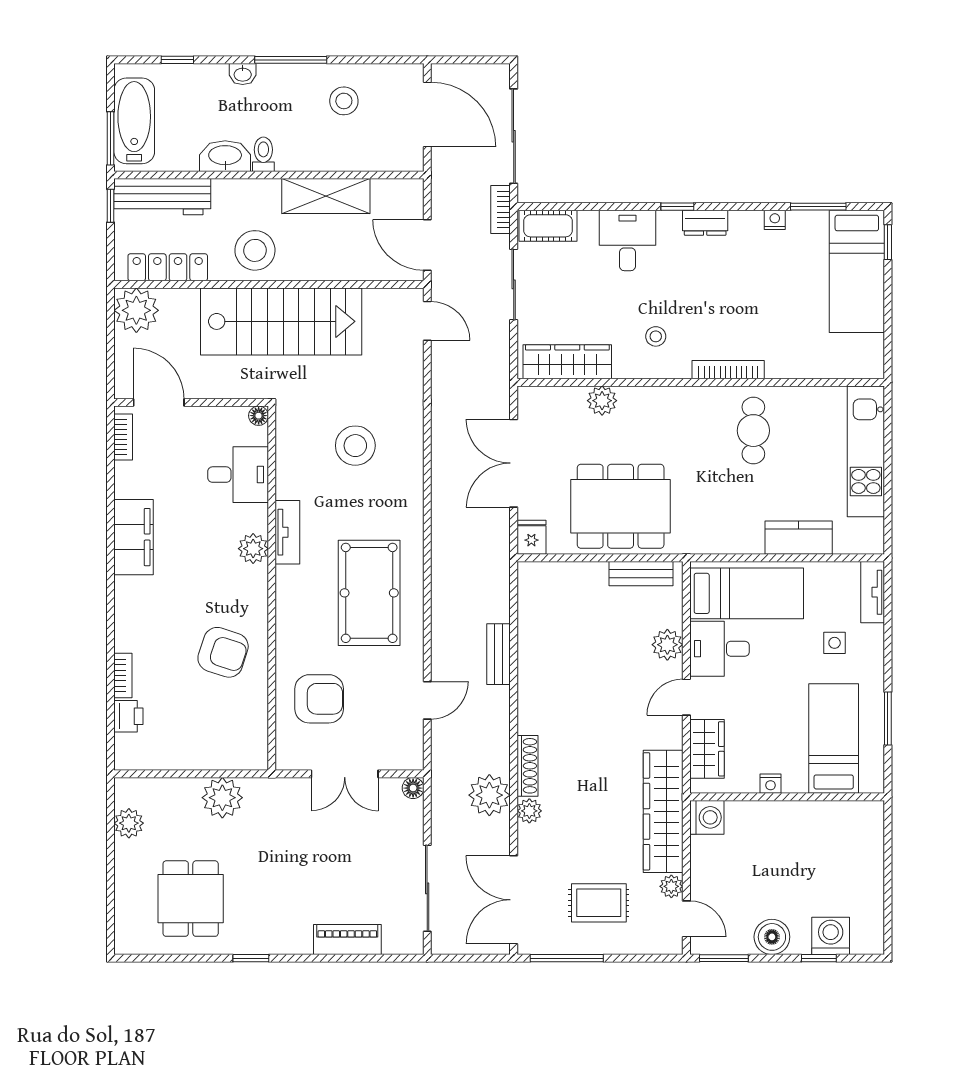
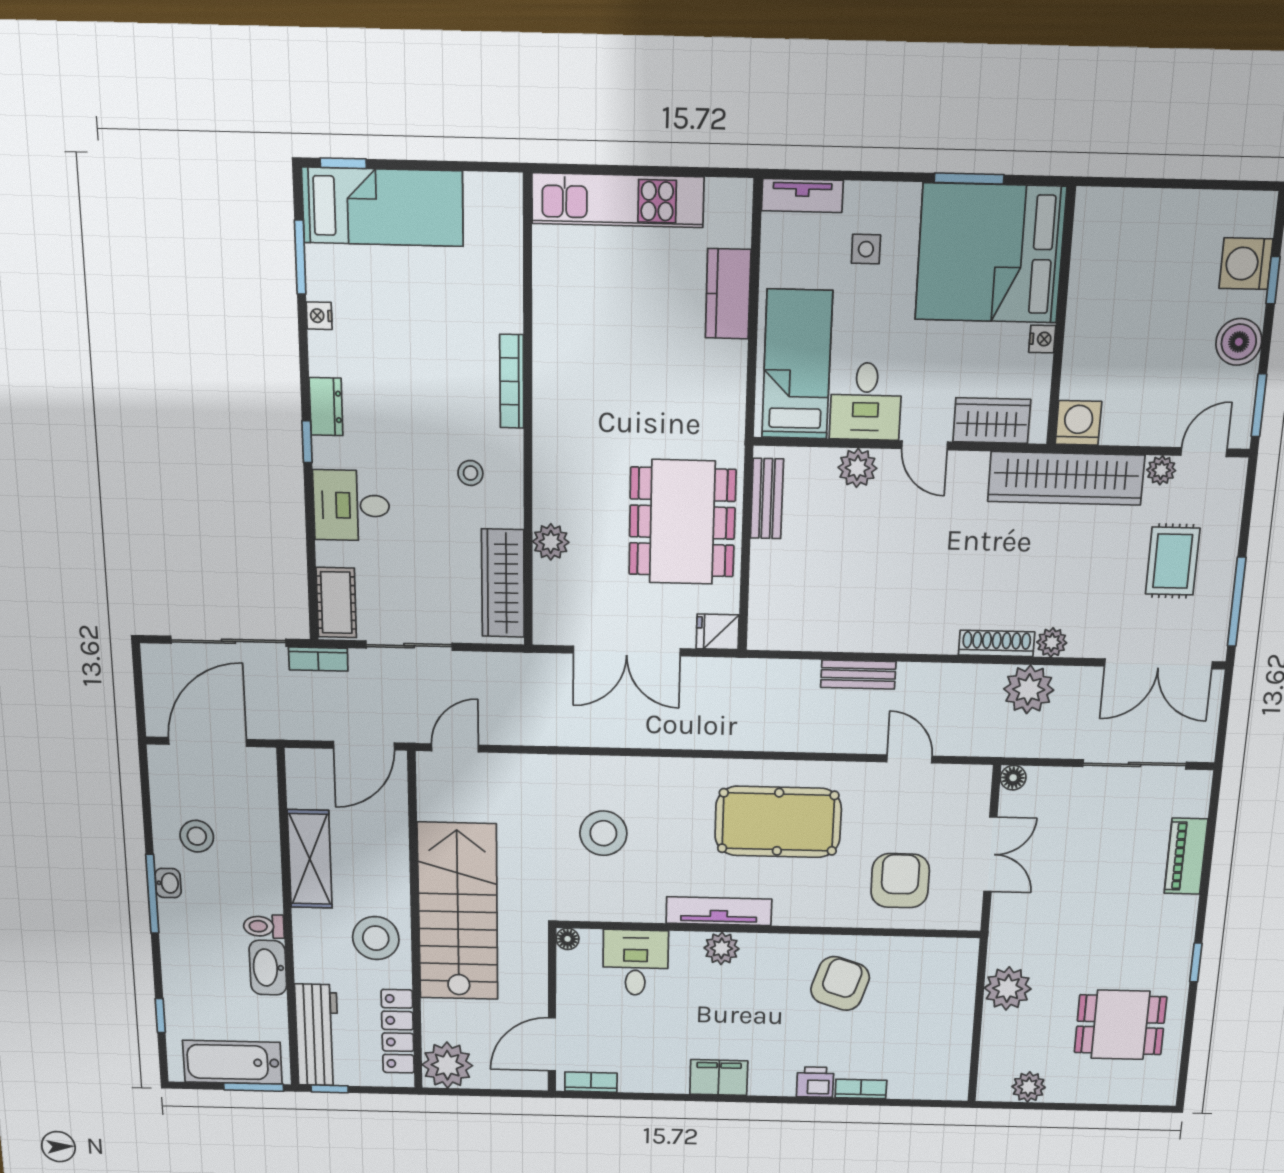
washbasin: (243, 74) -> (168, 883), moved
cafe table: (753, 431) -> (589, 350), removed
tv unit: (287, 532) -> (719, 911), width x1.41
filing cabinet: (134, 537) -> (719, 1077), width x0.67, depth x0.86
printer: (128, 716) -> (815, 1082), moved
bed: (834, 739) -> (990, 253), width x2.04

